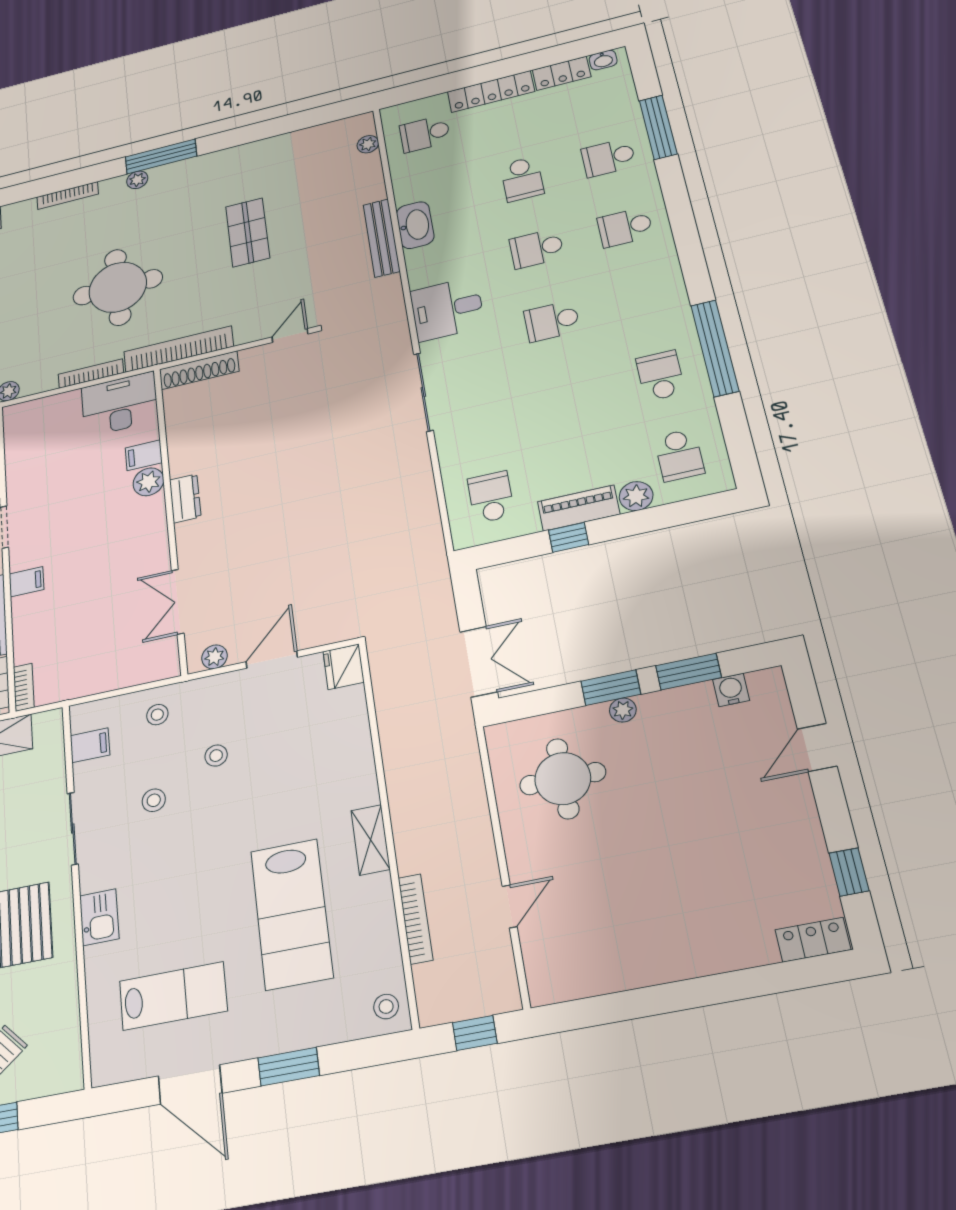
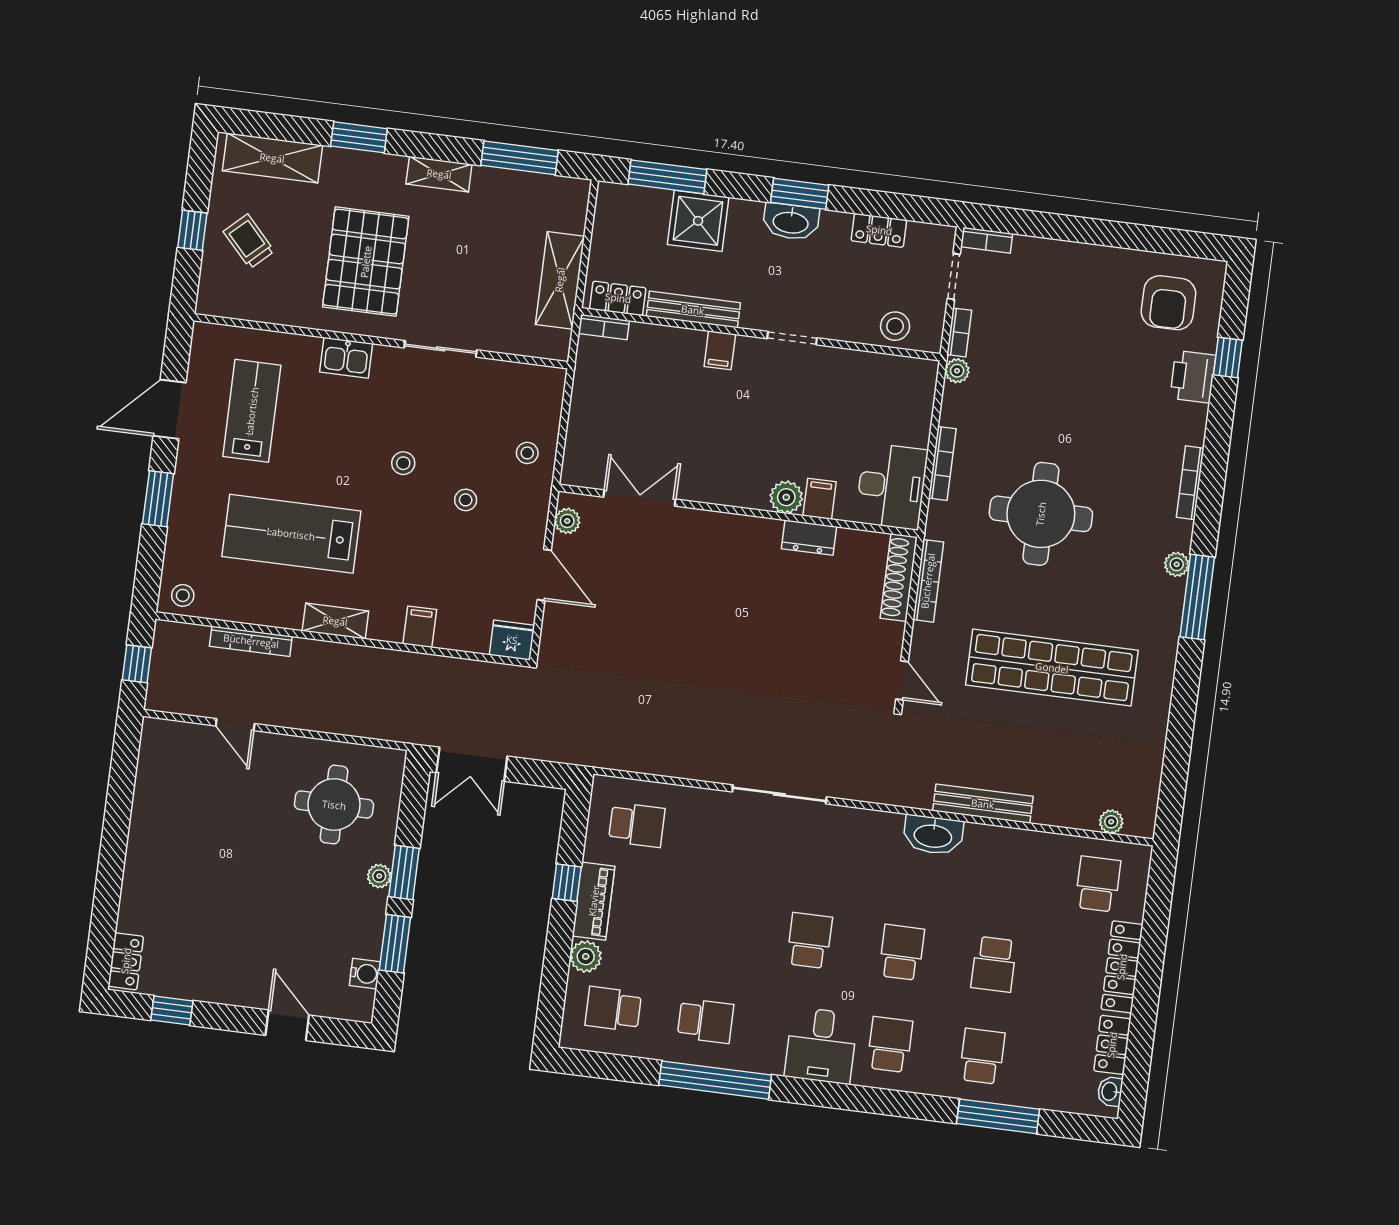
school desk: (522, 179) -> (994, 964), turned -90
washbasin: (415, 225) -> (933, 835), moved
shop shelf: (248, 232) -> (1052, 668), width x2.00, depth x1.36
desk: (447, 309) -> (821, 1045), moved, turned 180
bookcase: (178, 349) -> (928, 581), width x0.68, depth x0.76
dresser: (185, 498) -> (809, 538), moved
filing cabinet: (90, 745) -> (420, 627), moved, turned 180
stool: (154, 800) -> (403, 463), moved
lab bench: (173, 996) -> (252, 411), turned 180

